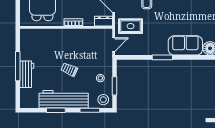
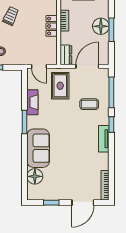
locker: (78, 34) -> (52, 26), added
fireplace: (145, 50) -> (32, 102), added

